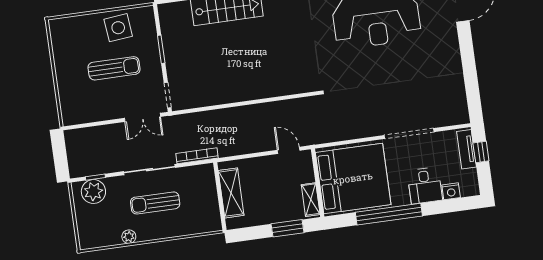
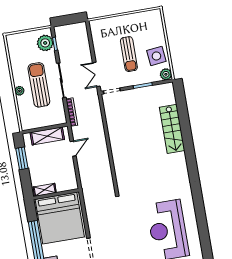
plant: (146, 15) -> (166, 74), added
door: (289, 150) -> (73, 149), moved
sun lounger: (155, 203) -> (39, 85), width x1.36, depth x1.34
window: (288, 228) -> (22, 158), moved
plant: (129, 237) -> (19, 91), moved

